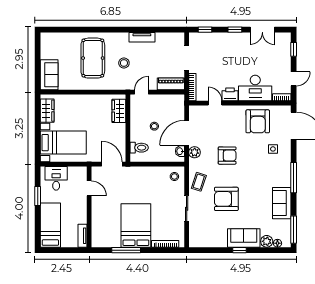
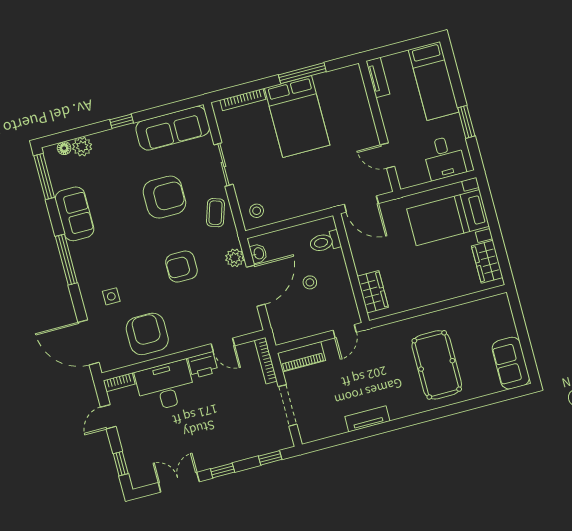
stool: (124, 63) -> (385, 370), removed
sofa: (49, 75) -> (511, 363), moved
sofa: (244, 238) -> (173, 128), moved, width x1.36

